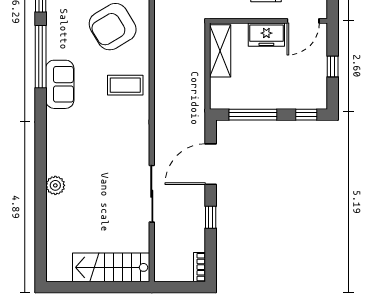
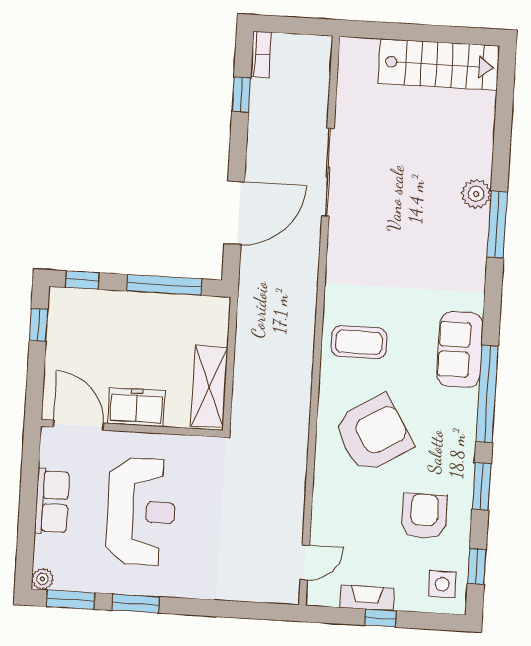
door: (303, 21) -> (78, 425), hinge flipped
window: (333, 66) -> (39, 325), moved
window: (41, 166) -> (497, 224), added
window: (211, 217) -> (241, 95), moved
stairs: (111, 267) -> (439, 65), moved

